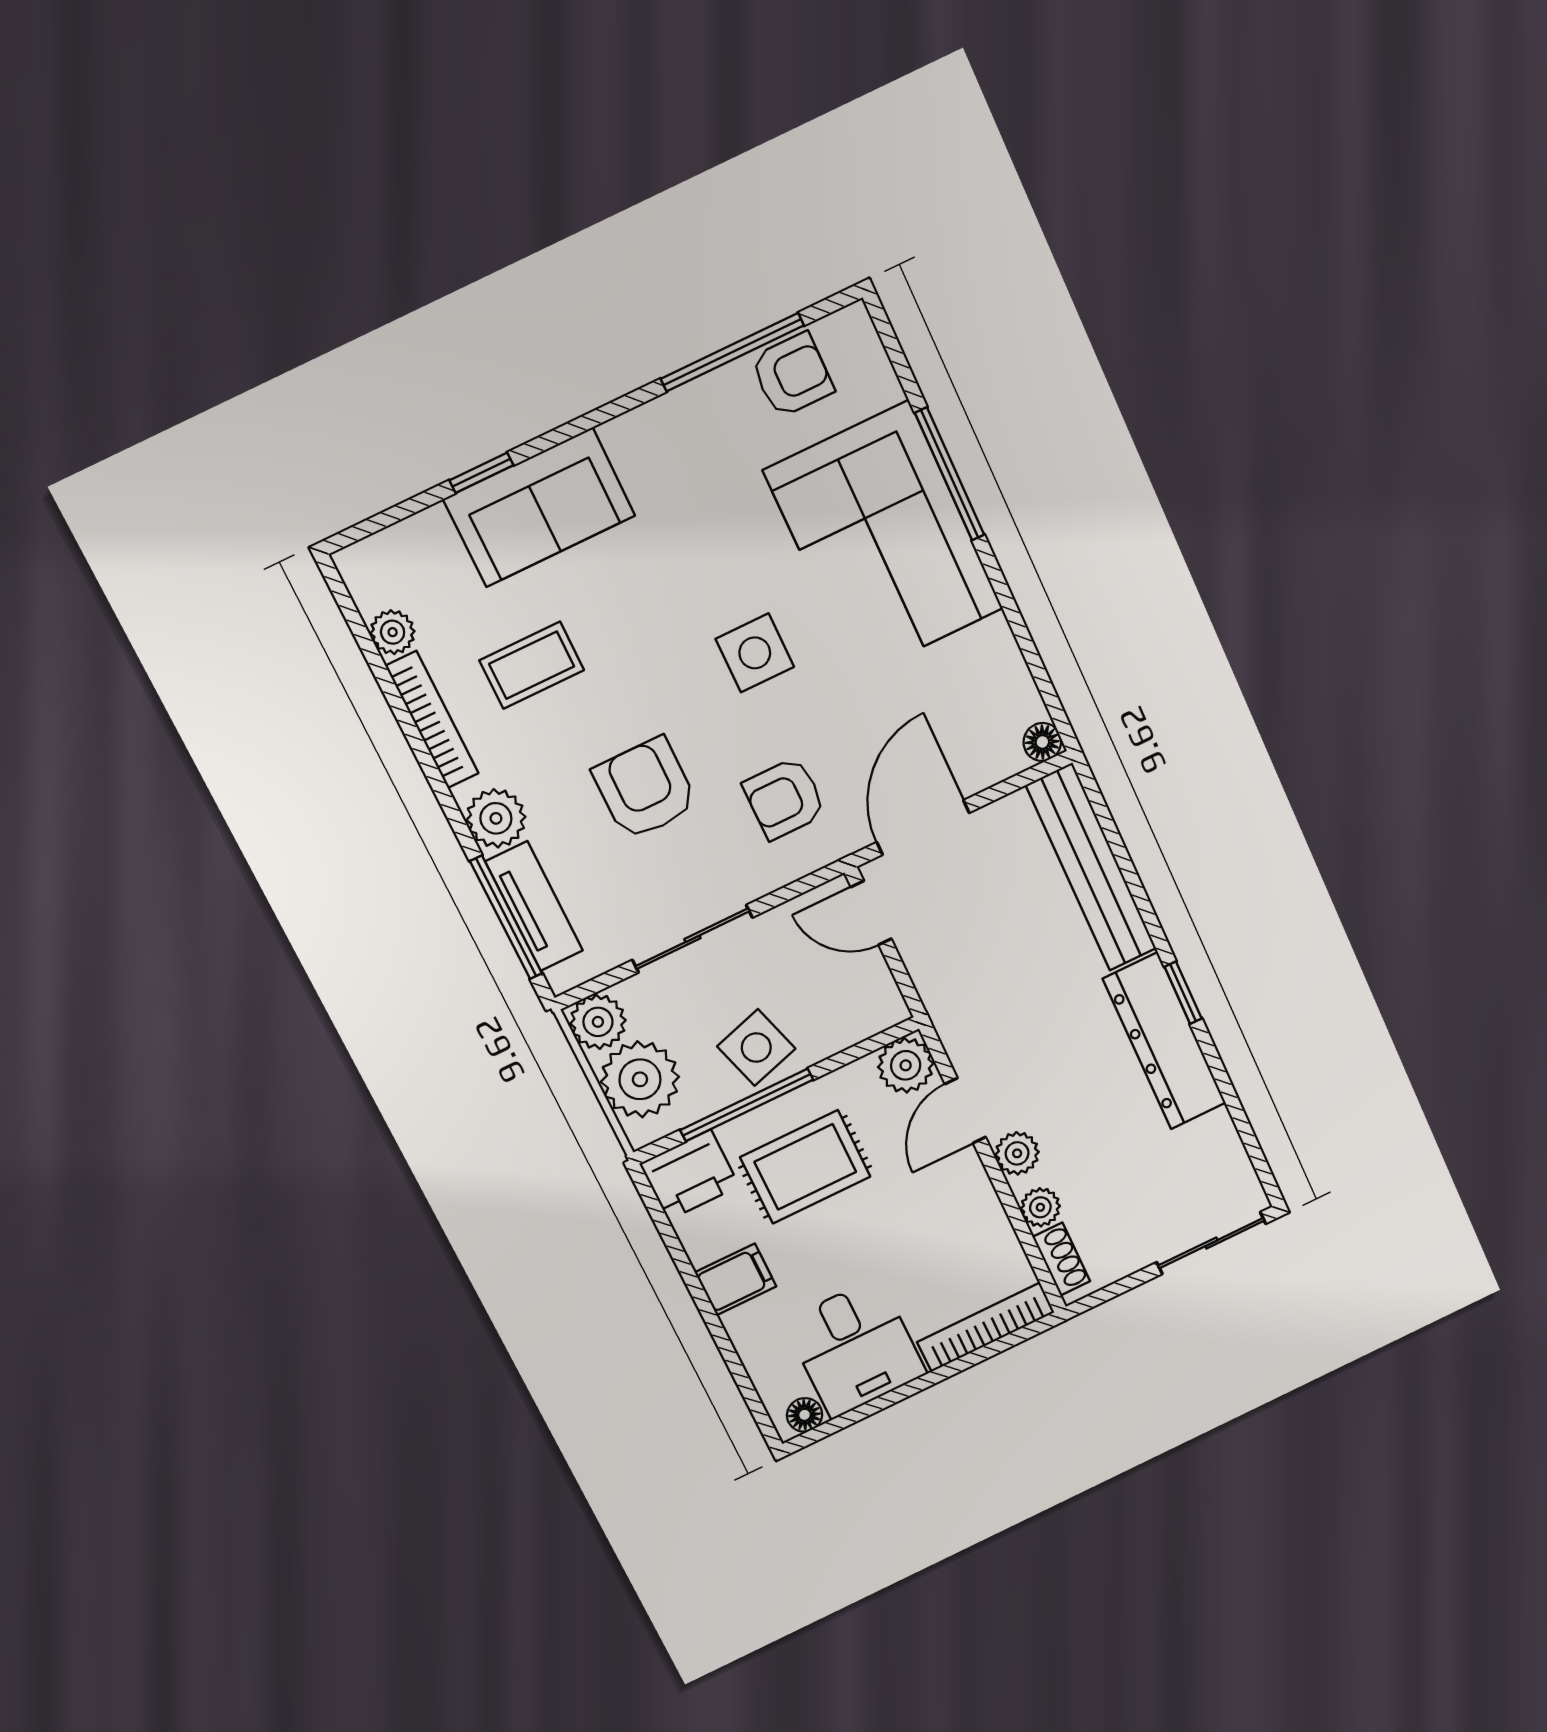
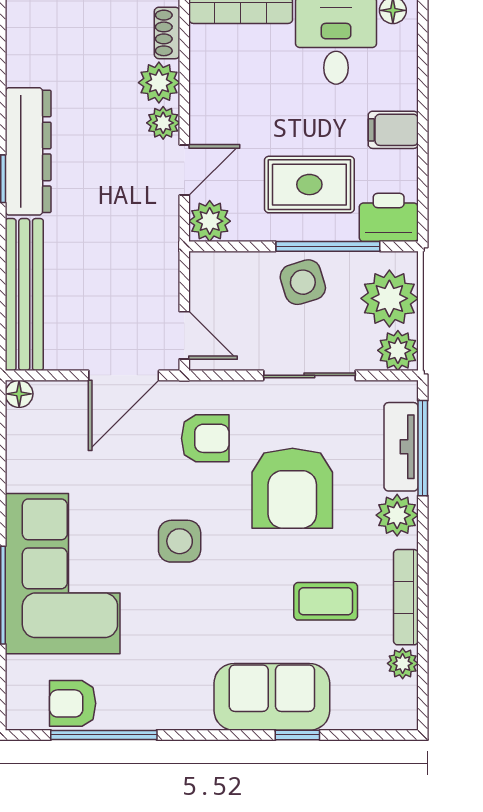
armchair: (645, 789) -> (292, 488), width x1.36, depth x1.36
plant: (1040, 1207) -> (159, 83), width x1.38, depth x1.38

